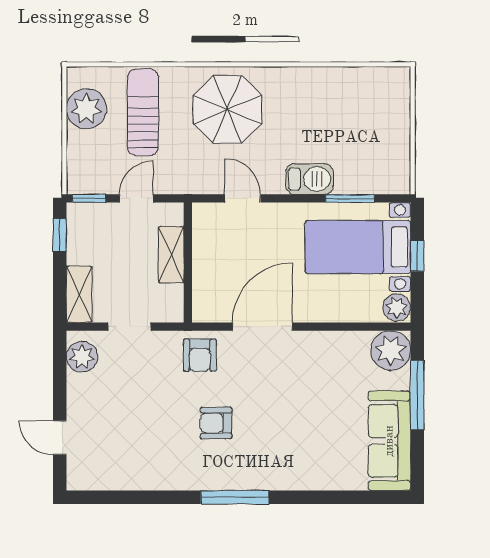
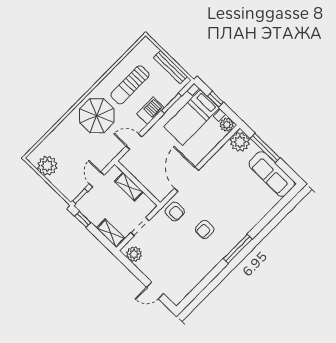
sun lounger: (143, 112) -> (130, 85), moved, turned -90
bench: (400, 146) -> (170, 67), added

